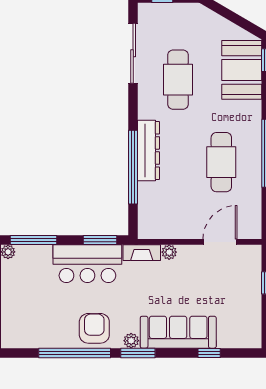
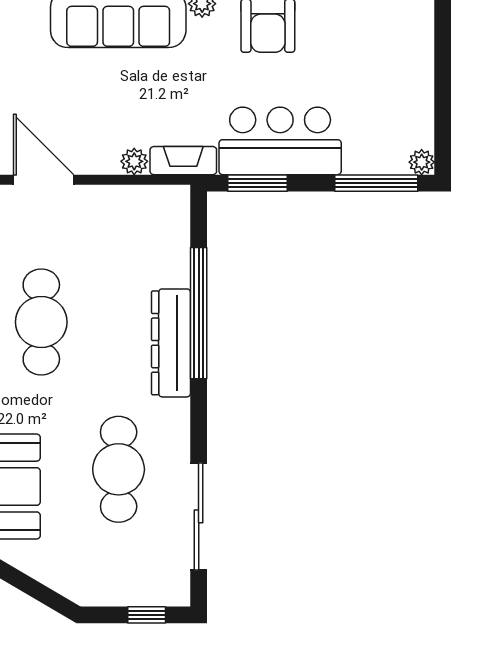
door: (220, 242) -> (44, 180), swing flipped

